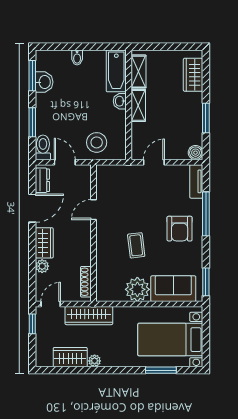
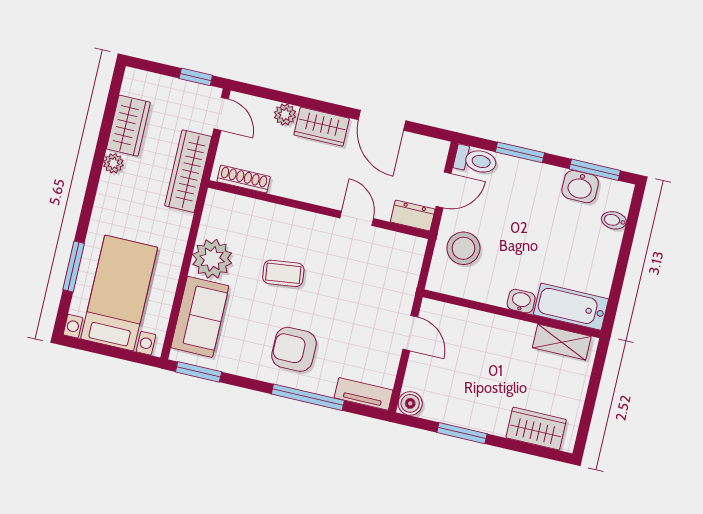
bidet: (77, 57) -> (614, 220), moved
shelving: (138, 105) -> (507, 329), removed
dresser: (42, 180) -> (413, 216), moved, turned 180

